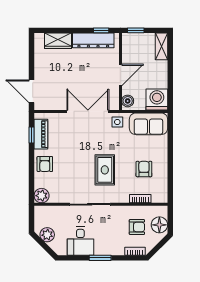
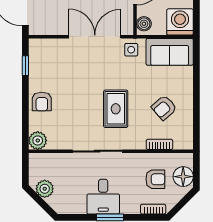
piano: (41, 134) -> (37, 65), removed
armchair: (144, 169) -> (164, 108), turned -131
desk: (80, 241) -> (103, 197), moved

